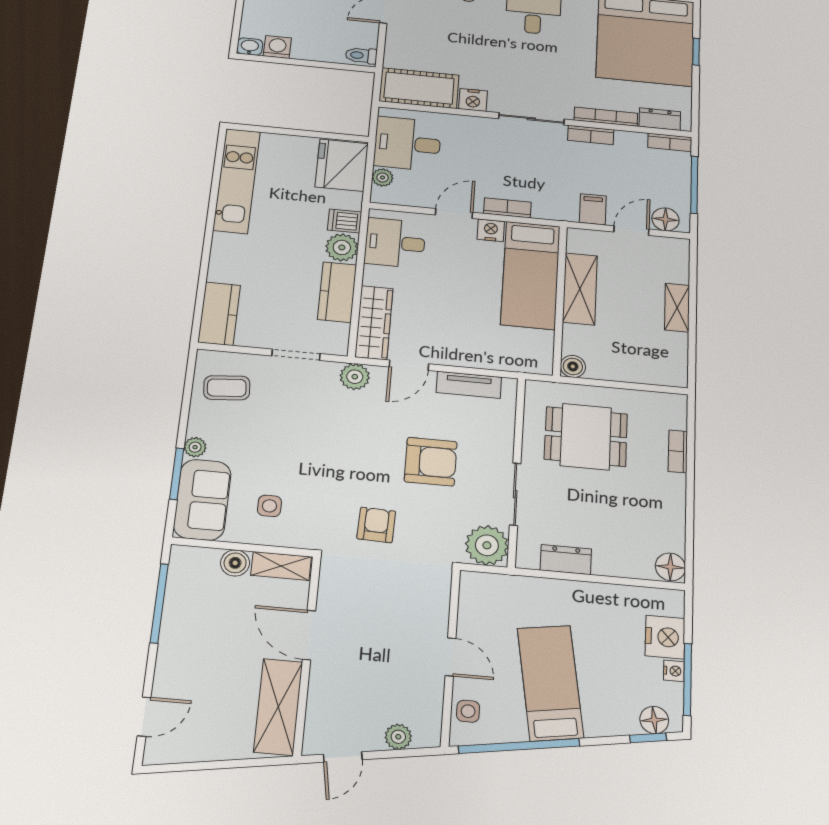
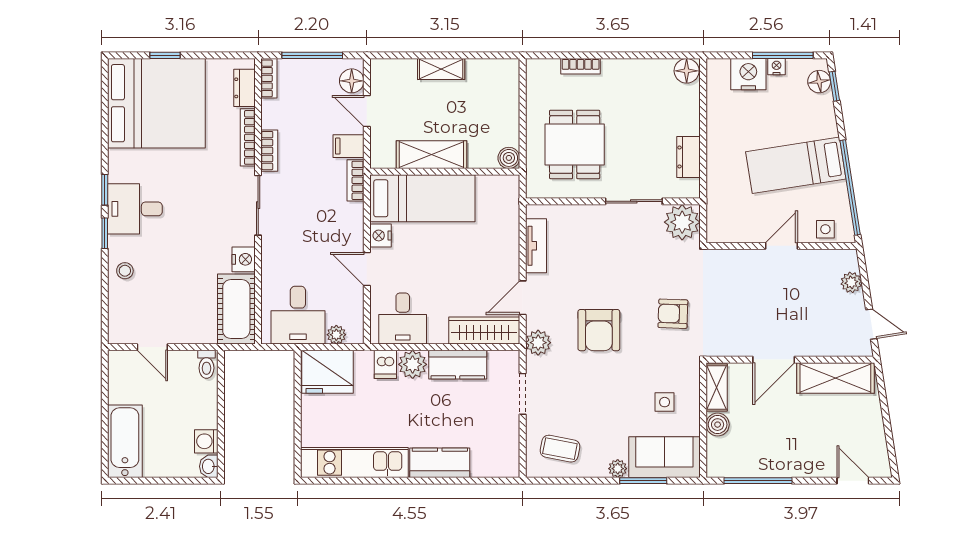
bookcase: (507, 208) -> (356, 180), moved
kitchen counter: (219, 314) -> (440, 463), moved
door: (409, 365) -> (523, 298), swing flipped
coffee table: (227, 388) -> (560, 449), turned -74
armchair: (431, 462) -> (599, 330), moved, turned 180

